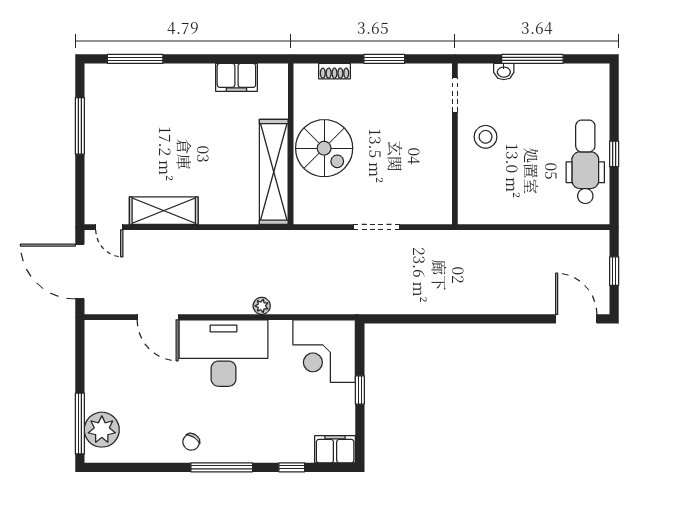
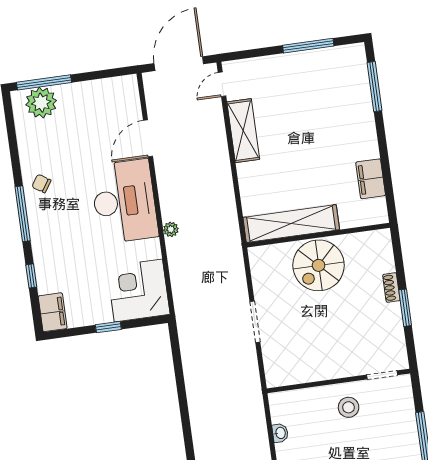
shoe rack: (335, 71) -> (391, 288), moved
washbasin: (504, 72) -> (280, 433), moved, turned 180

